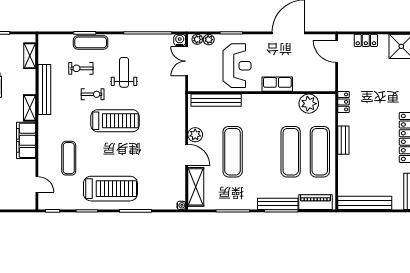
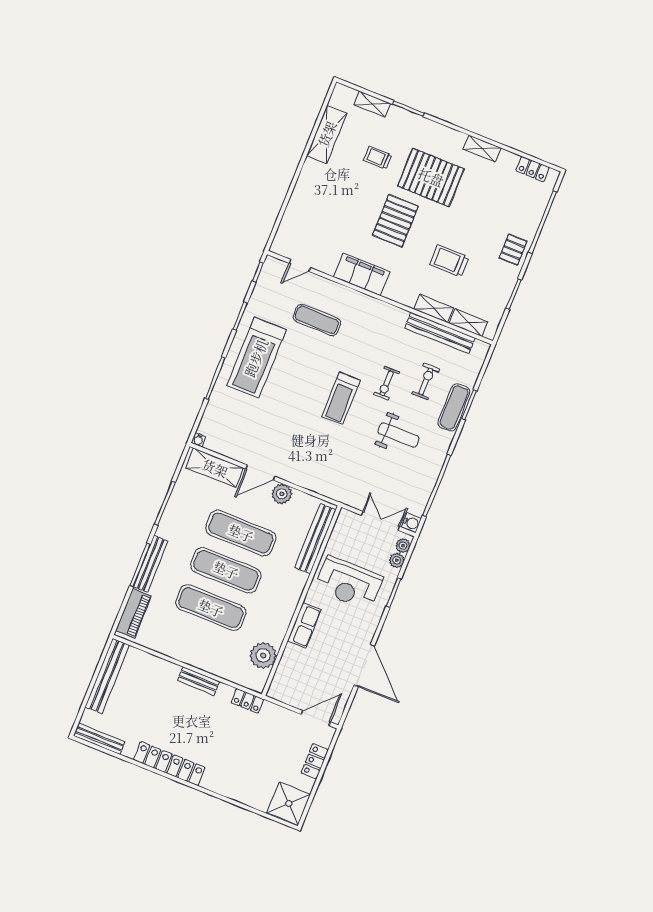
bench: (44, 89) -> (440, 333), moved
shelving: (30, 108) -> (434, 308), moved
treadmill: (115, 121) -> (341, 398), width x0.73, depth x0.73
exercise mat: (320, 152) -> (226, 570), moved

